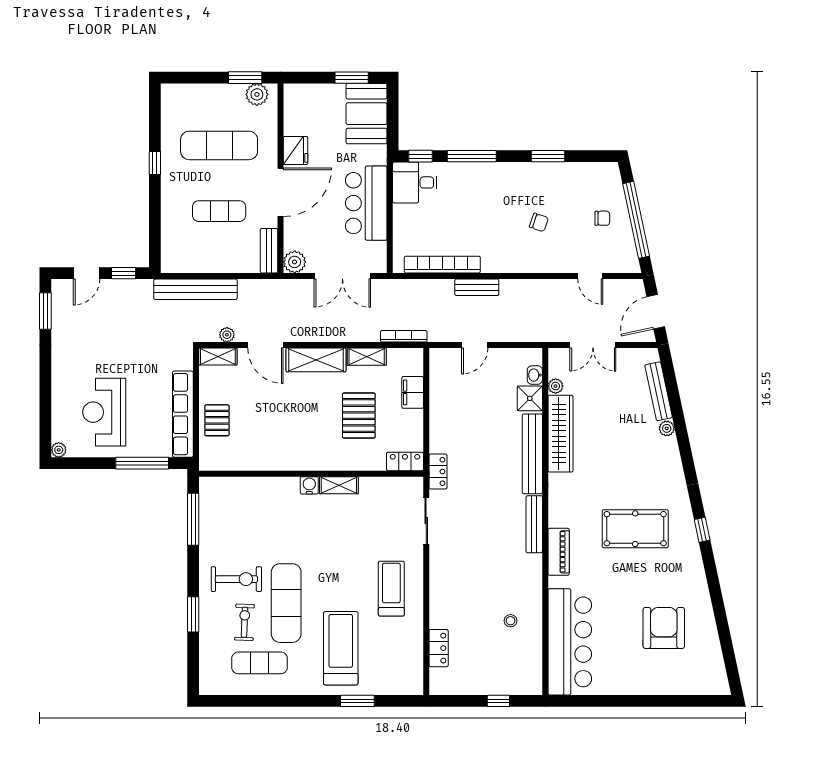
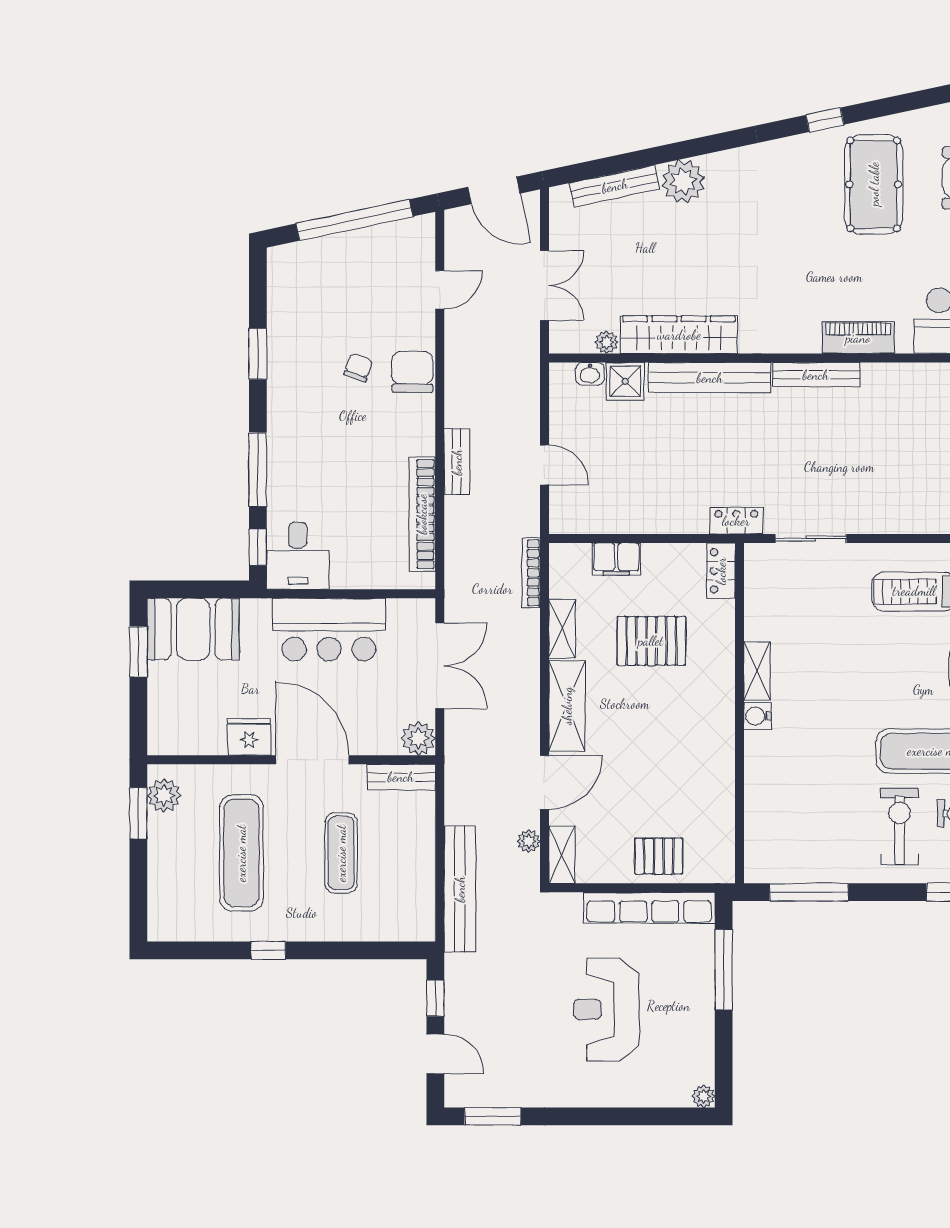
chair: (602, 218) -> (412, 372), moved, width x1.87, depth x1.87
reception desk: (104, 412) -> (606, 1009), moved, turned 90
plant: (667, 428) -> (683, 181), width x1.88, depth x1.88
pool table: (635, 529) -> (874, 184), moved

